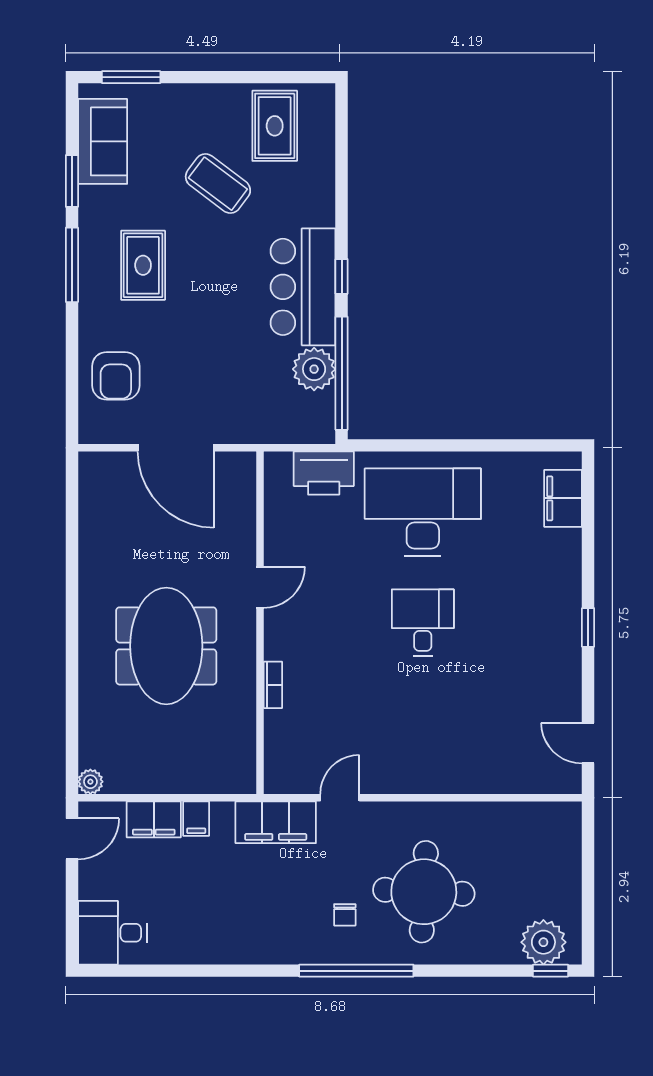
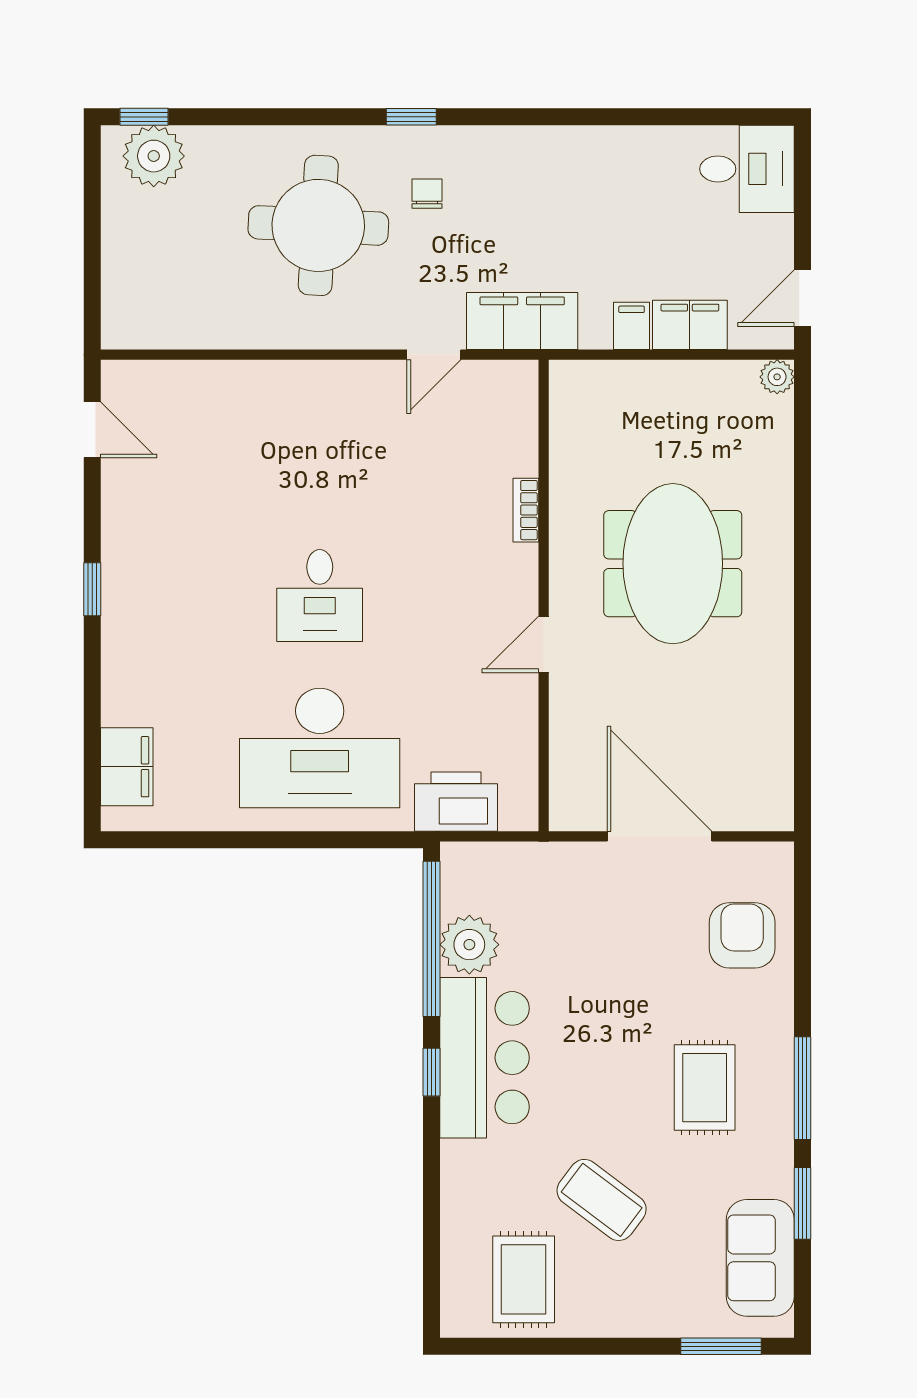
window: (356, 971) -> (411, 117), width x0.32

